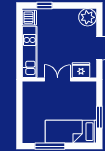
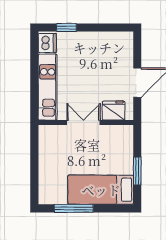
plant: (88, 17) -> (122, 43), removed

